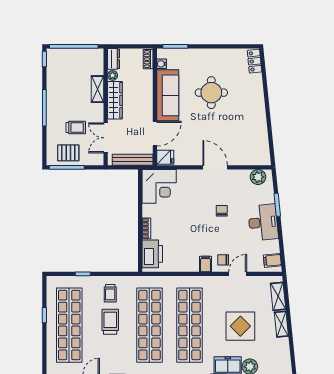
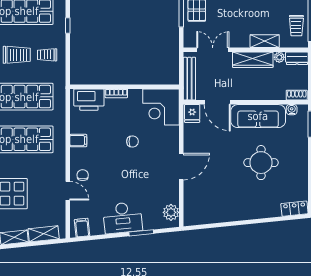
trolley: (76, 127) -> (296, 26), moved
chair: (222, 211) -> (132, 141), moved
filing cabinet: (206, 264) -> (78, 141), moved

